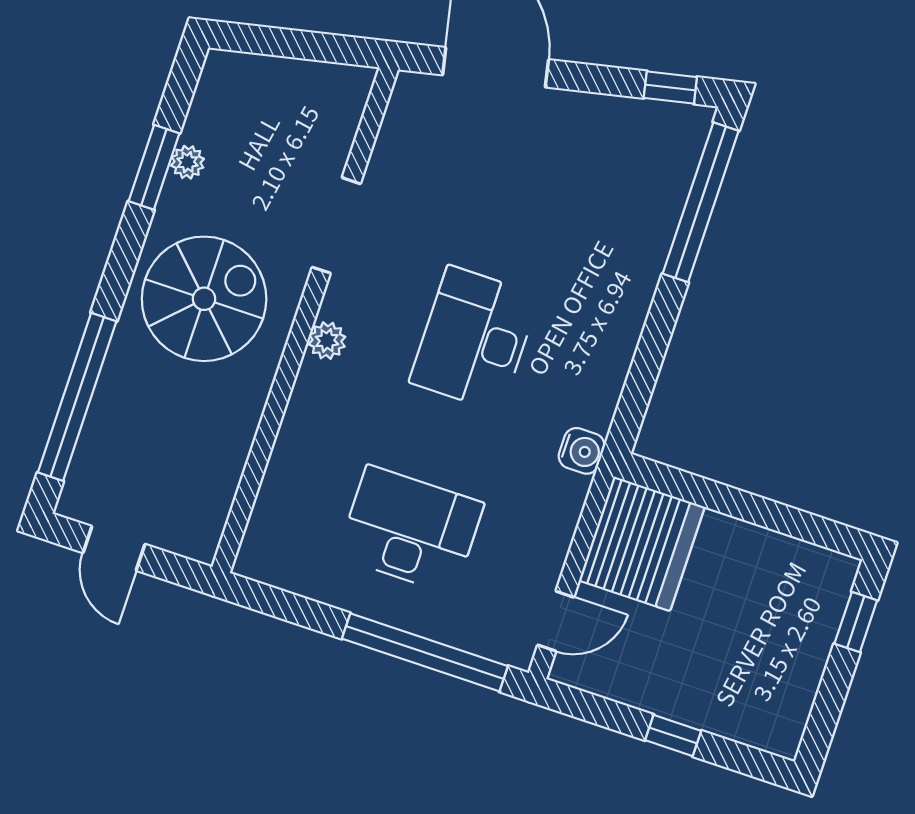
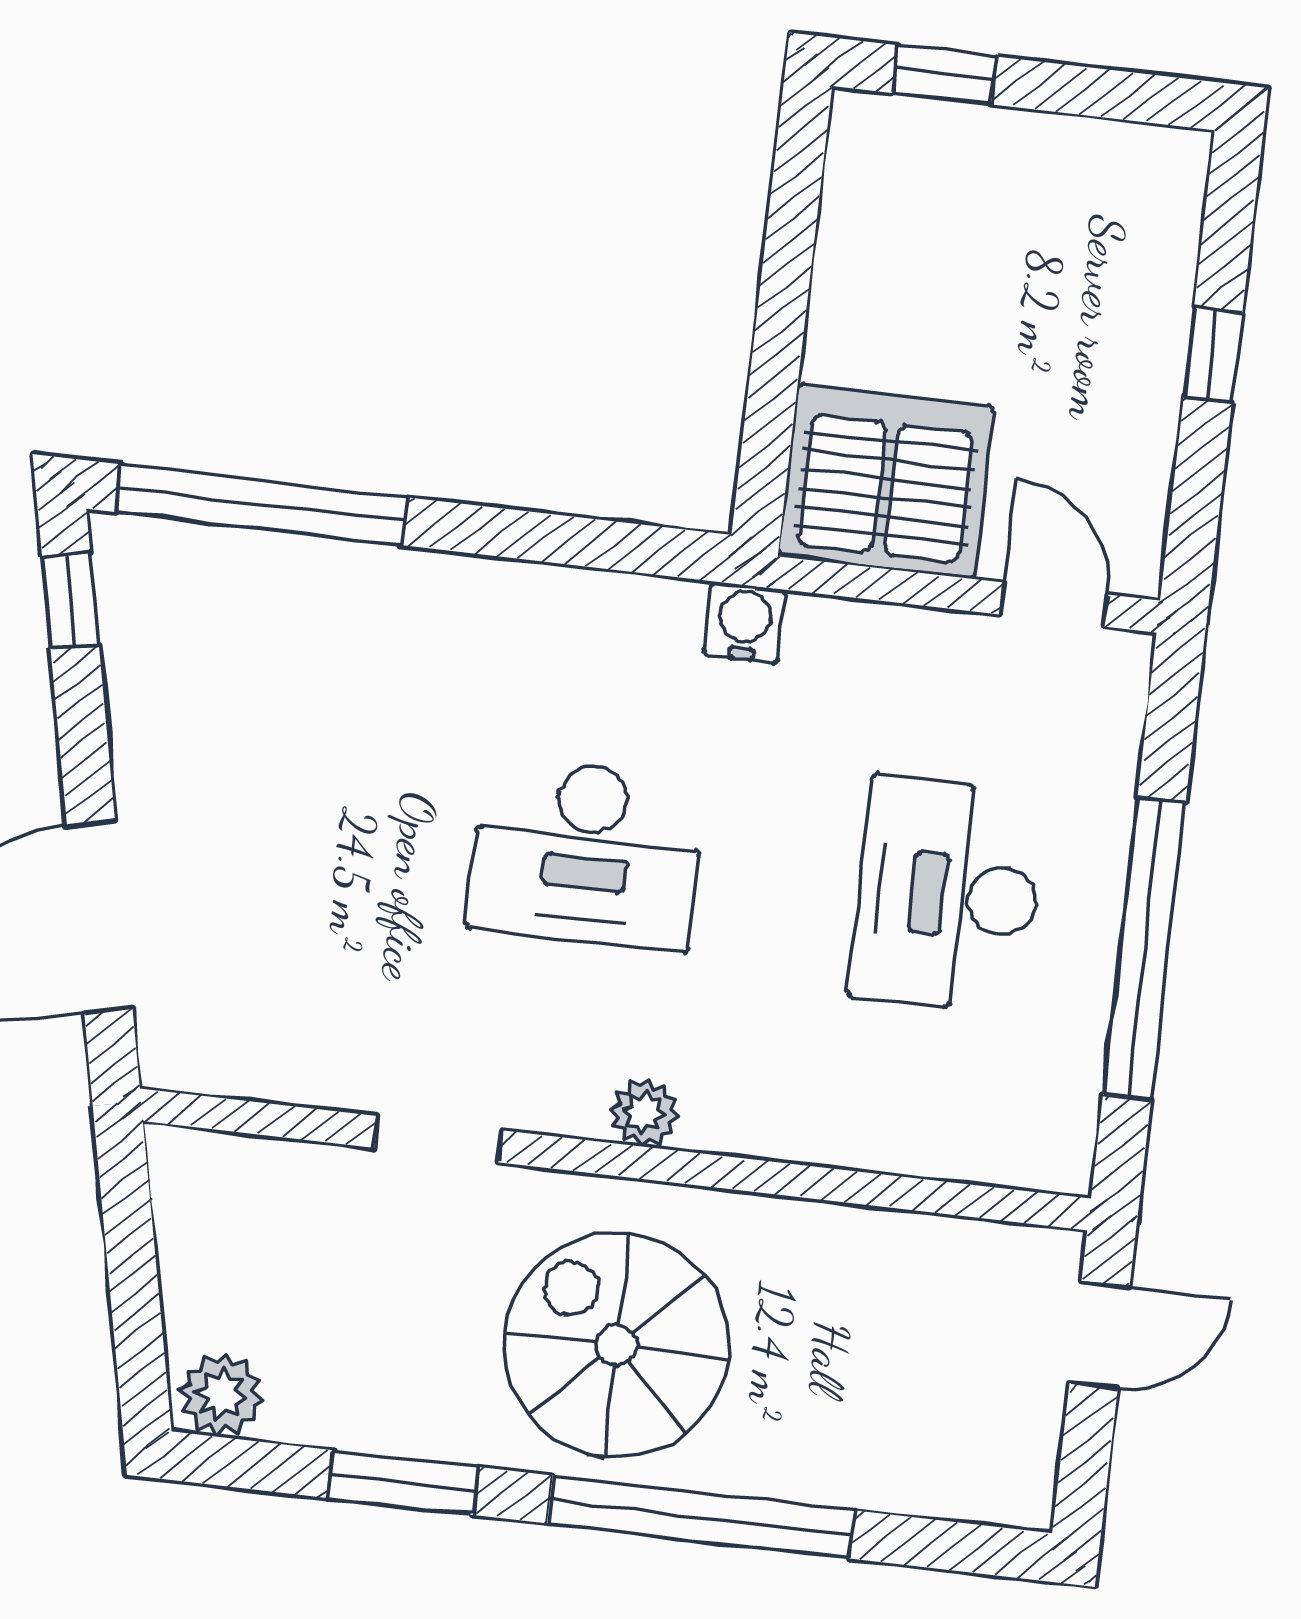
plant: (188, 162) -> (221, 1395), moved, width x1.38, depth x1.38
doorway: (336, 225) -> (438, 1139), width x0.73
window: (77, 397) -> (701, 1517), moved
door: (114, 548) -> (1100, 1335), moved
window: (425, 652) -> (1144, 949), moved

